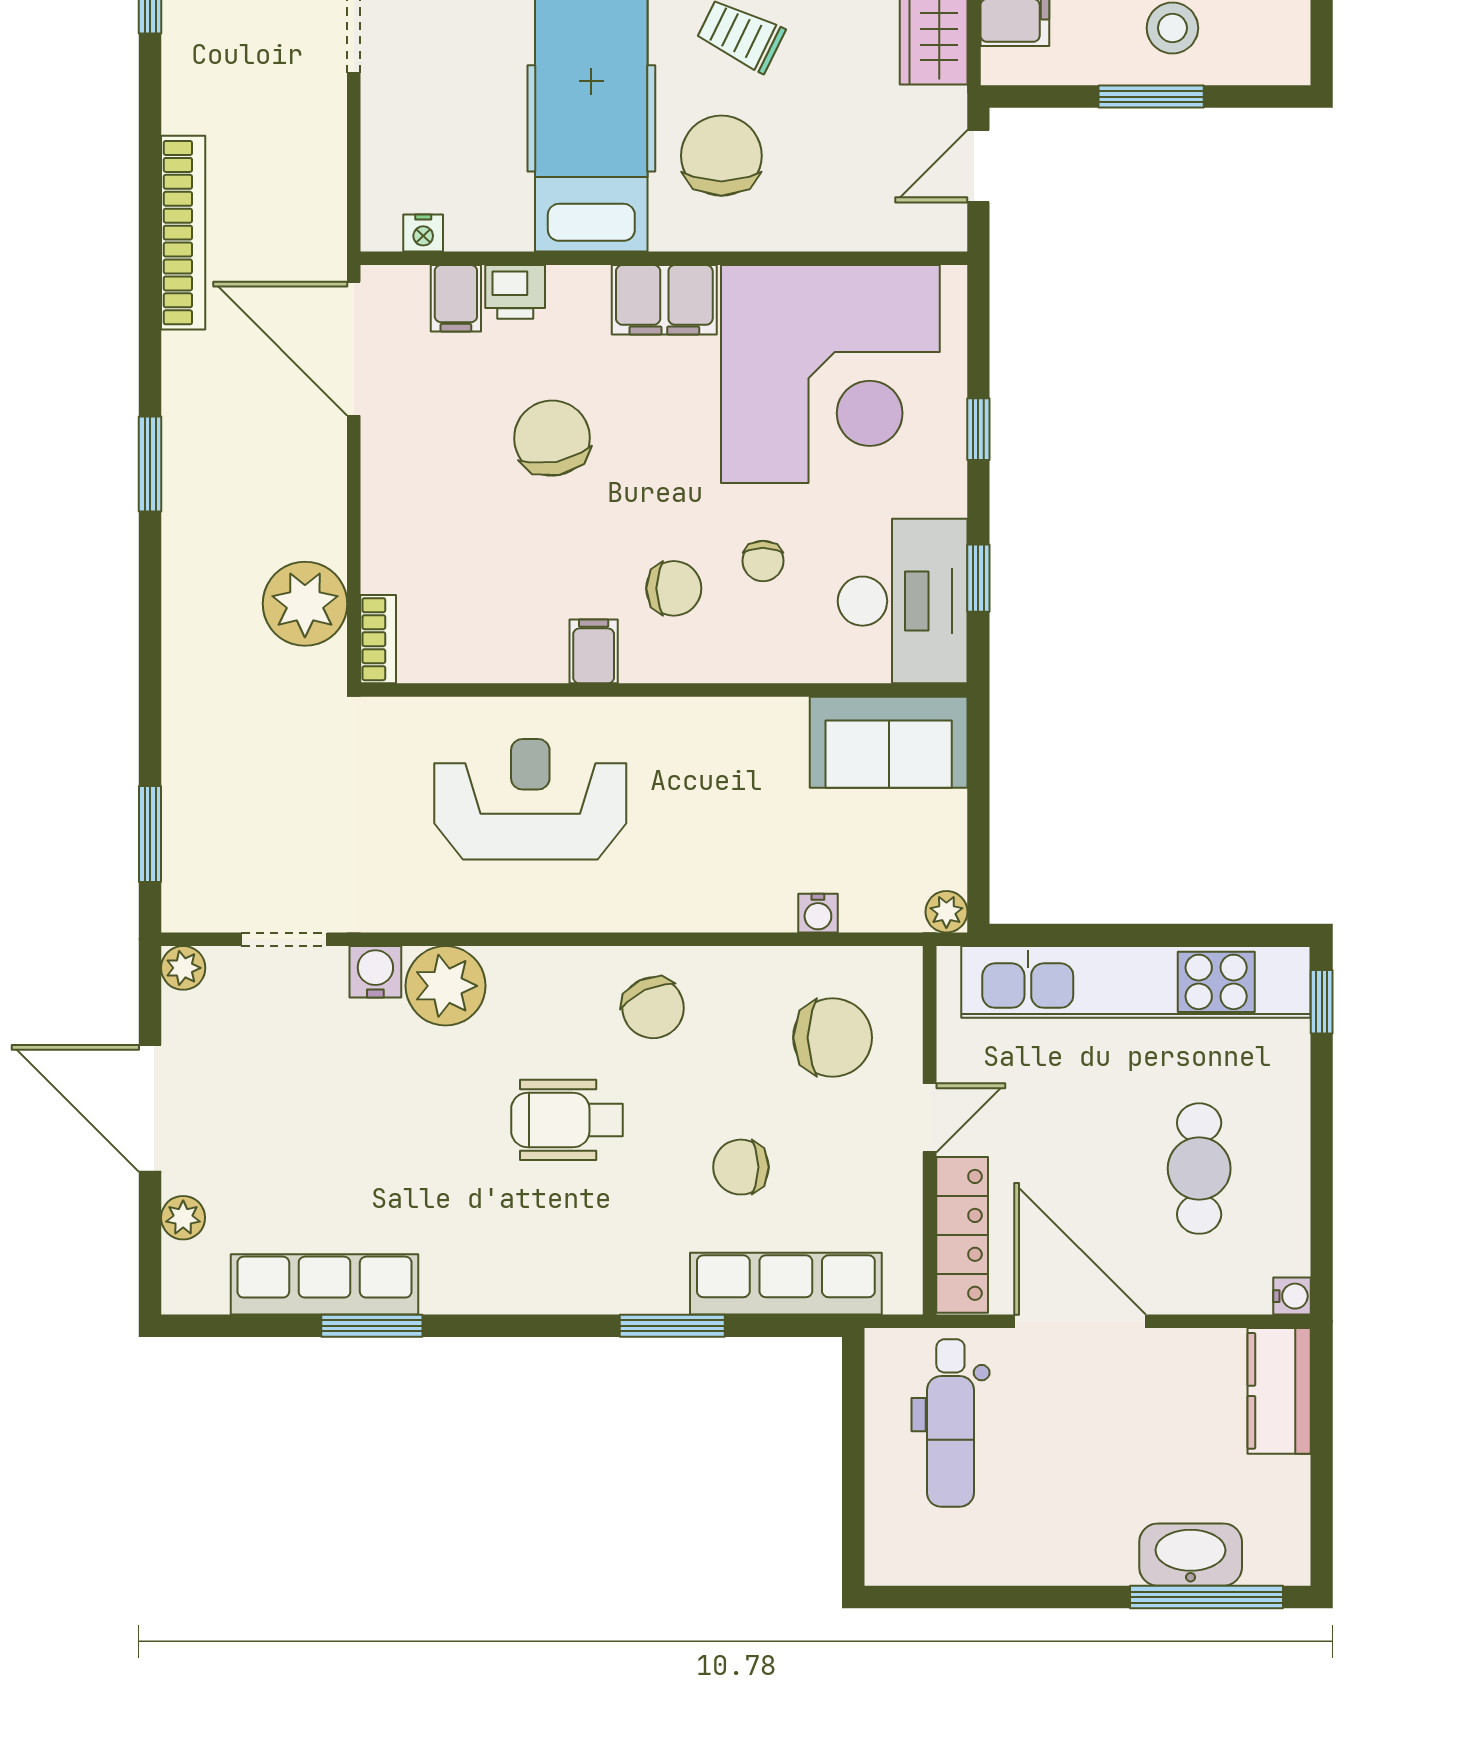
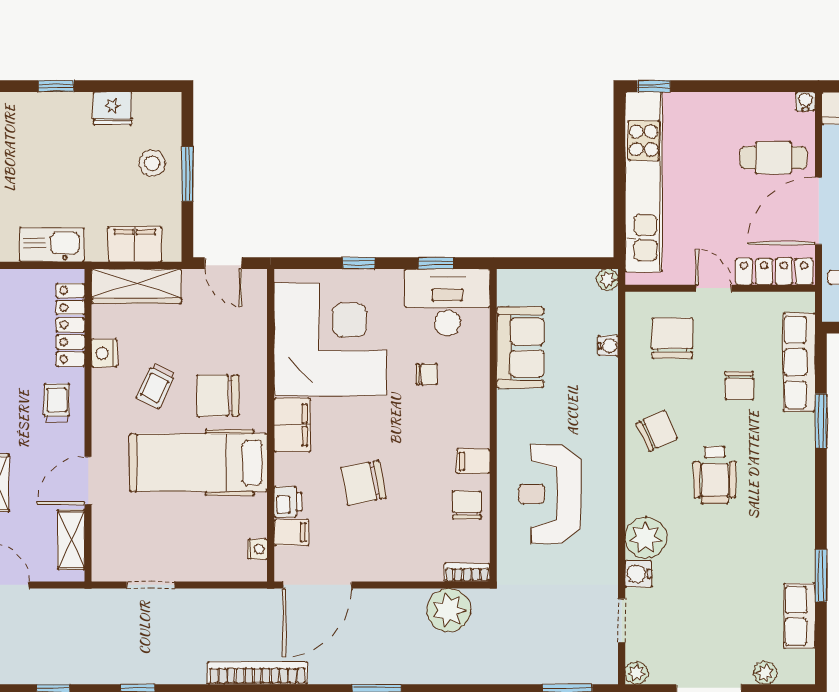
chair: (674, 588) -> (467, 505), moved
sofa: (889, 742) -> (520, 347), moved
cafe table: (1199, 1169) -> (773, 158), moved
row of seats: (325, 1284) -> (800, 616), width x0.68

